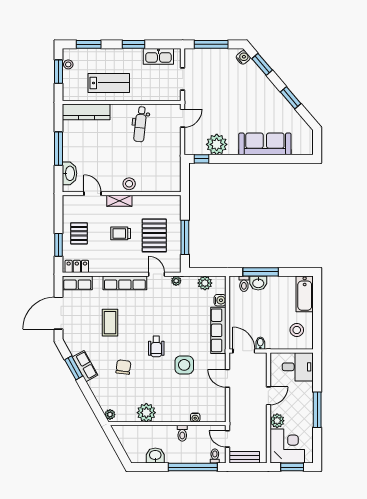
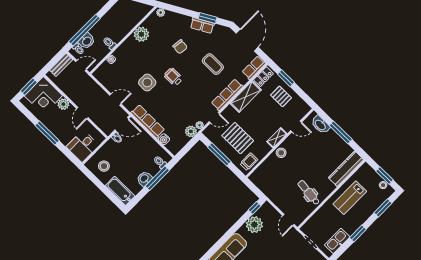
trolley: (121, 233) -> (249, 162), moved
shelving: (110, 265) -> (246, 97), added
plant: (205, 283) -> (191, 131), moved
washbasin: (258, 283) -> (144, 179), moved
washbasin: (155, 455) -> (87, 41), moved

